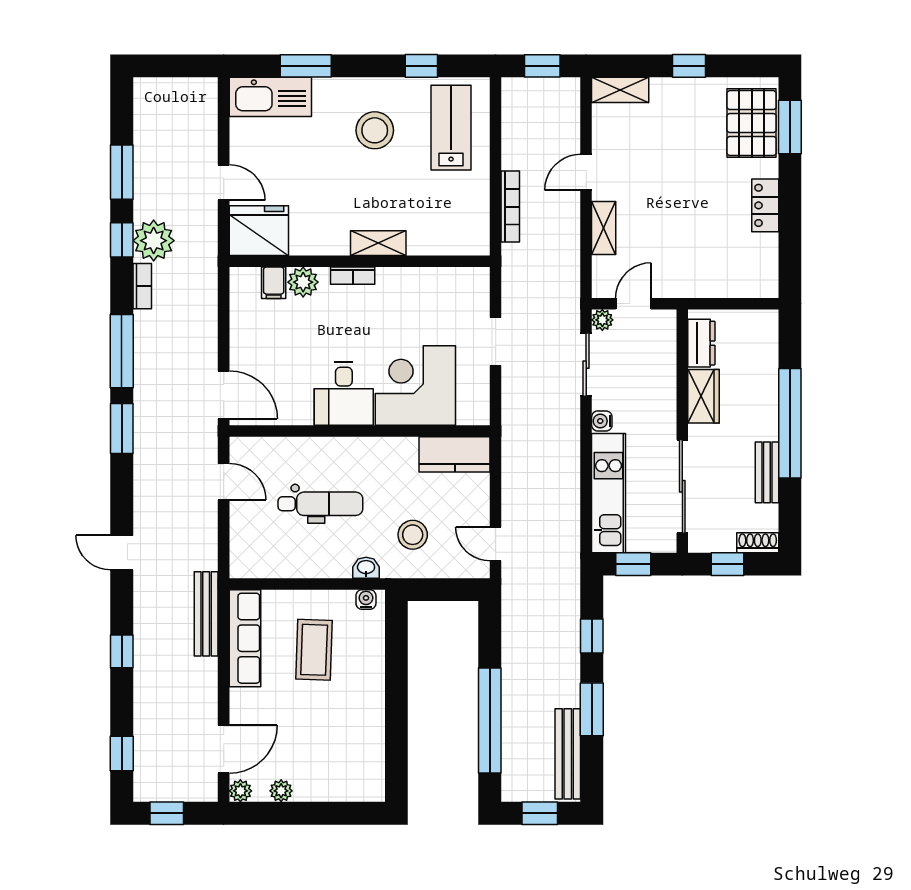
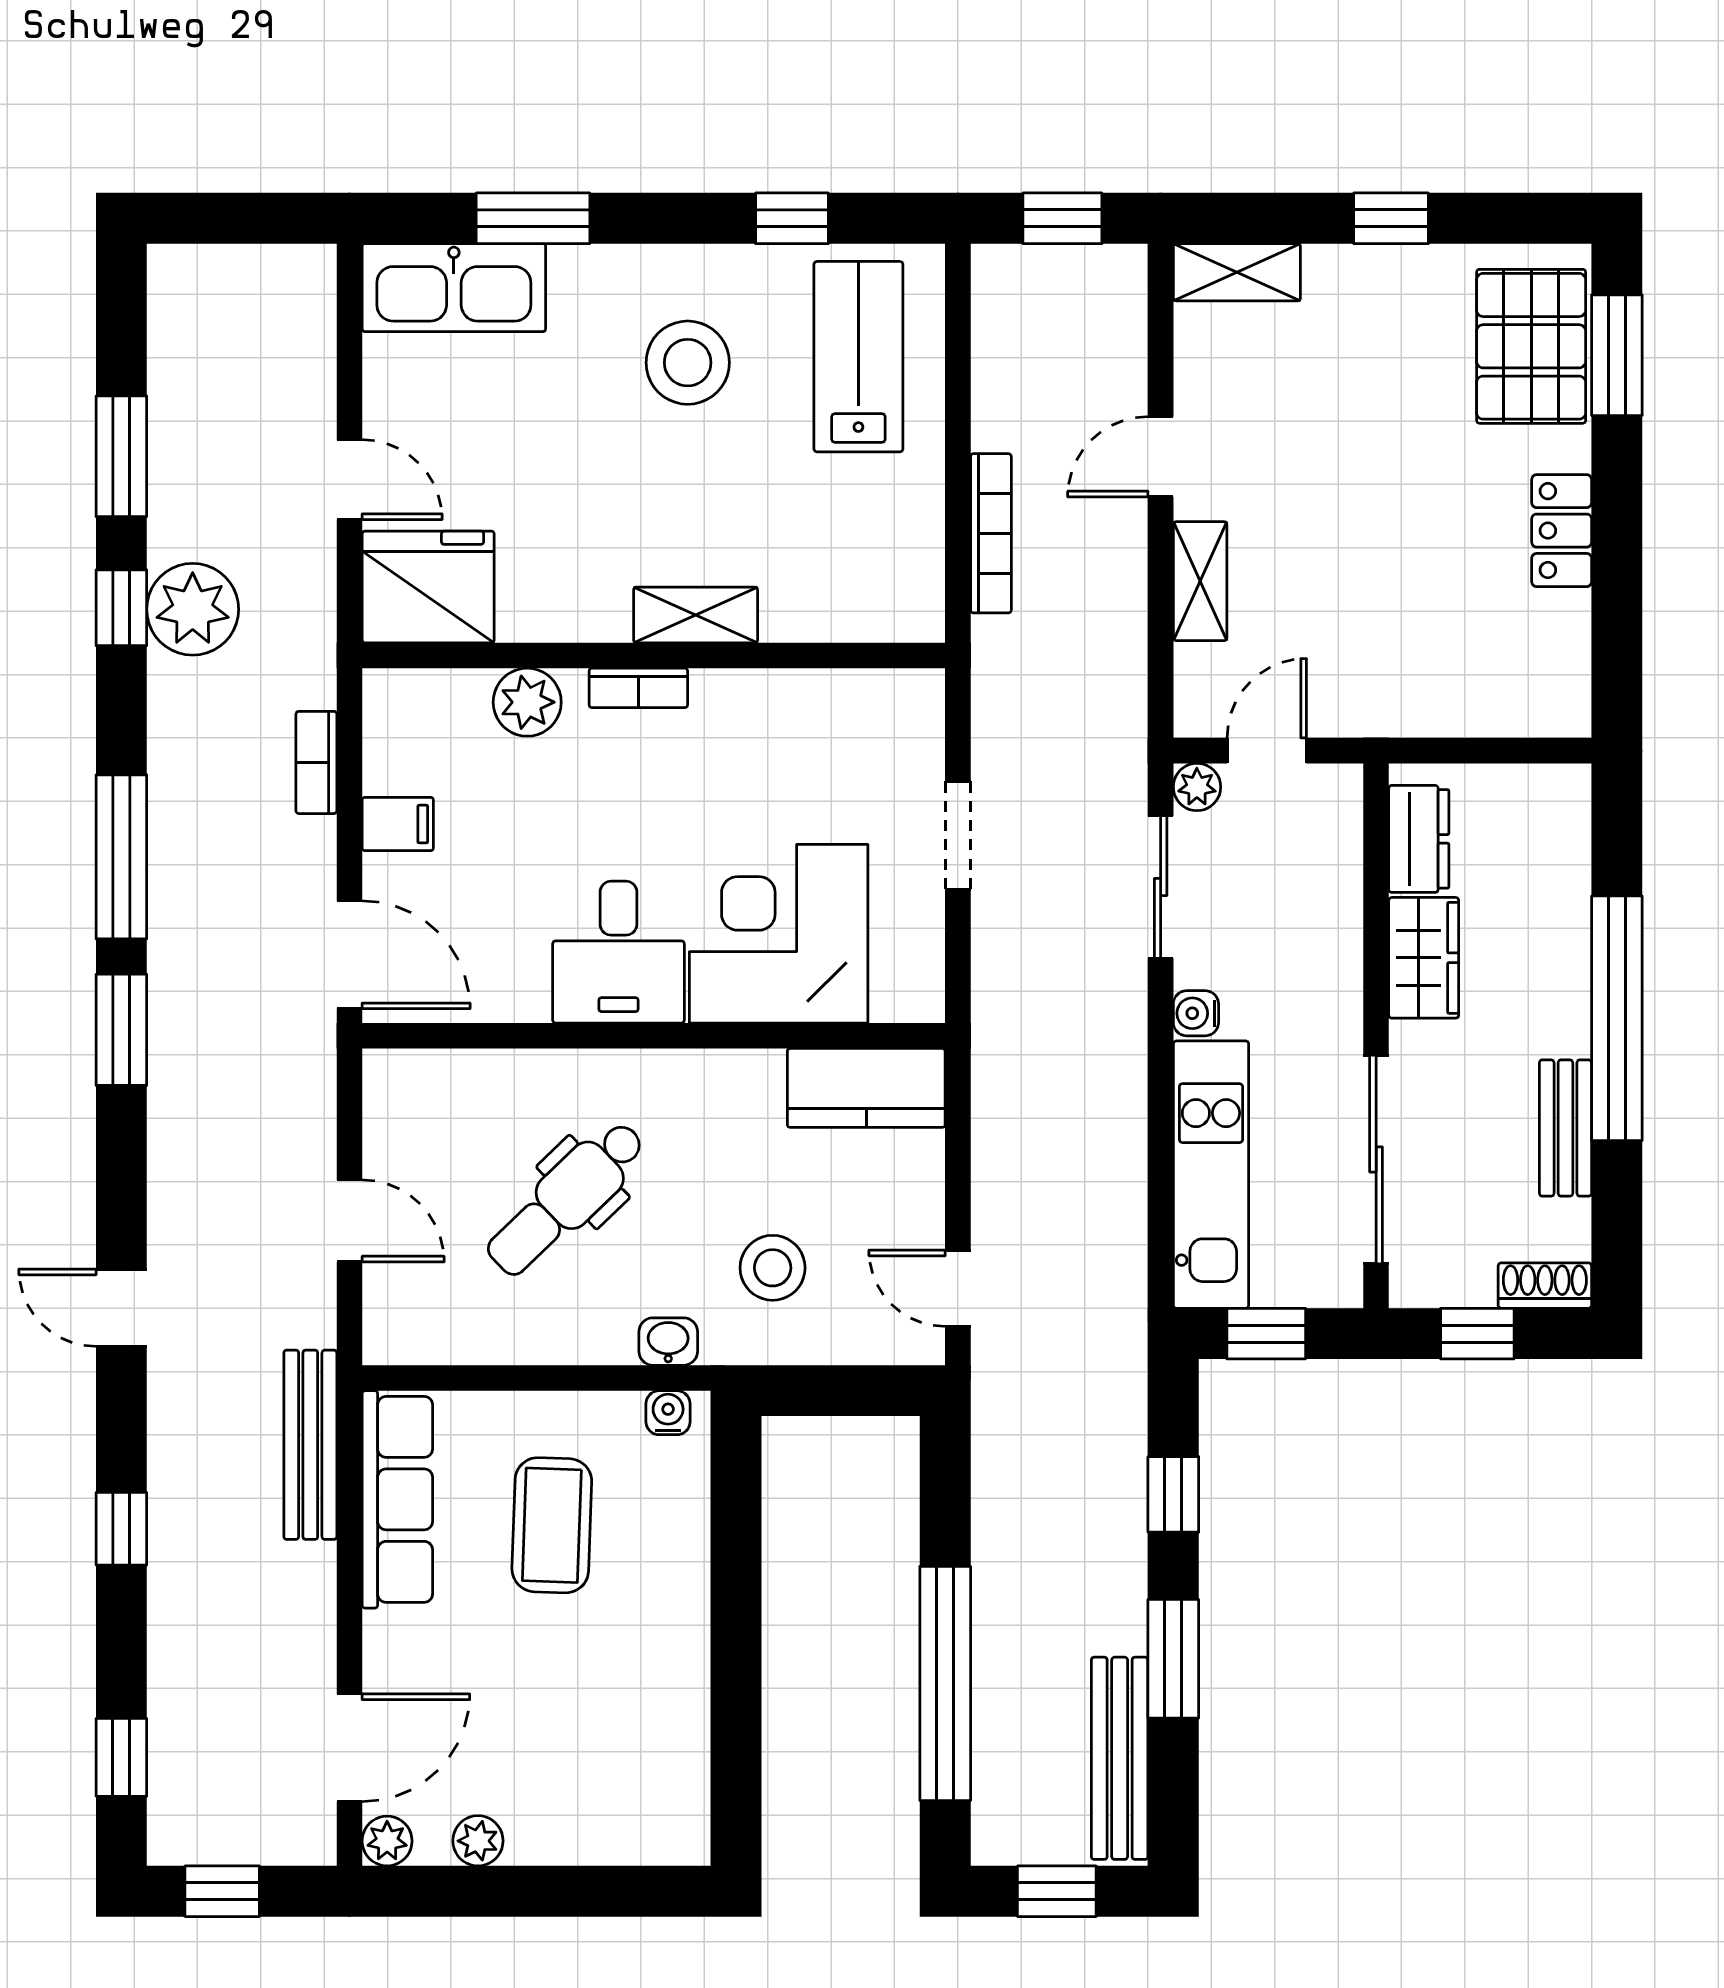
filing cabinet: (274, 283) -> (398, 824), moved, turned -90
bookcase: (142, 286) -> (316, 762), moved, turned 180
door: (224, 482) -> (349, 1221), moved
dental chair: (320, 504) -> (566, 1198), turned 136

